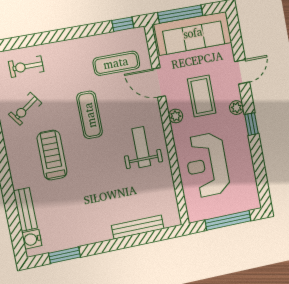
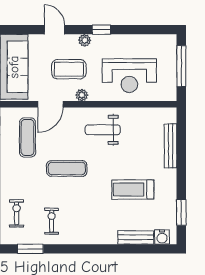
exercise bike: (26, 66) -> (17, 213), turned 180
exercise bike: (25, 109) -> (52, 221), turned -145
treadmill: (52, 155) -> (133, 190), moved

